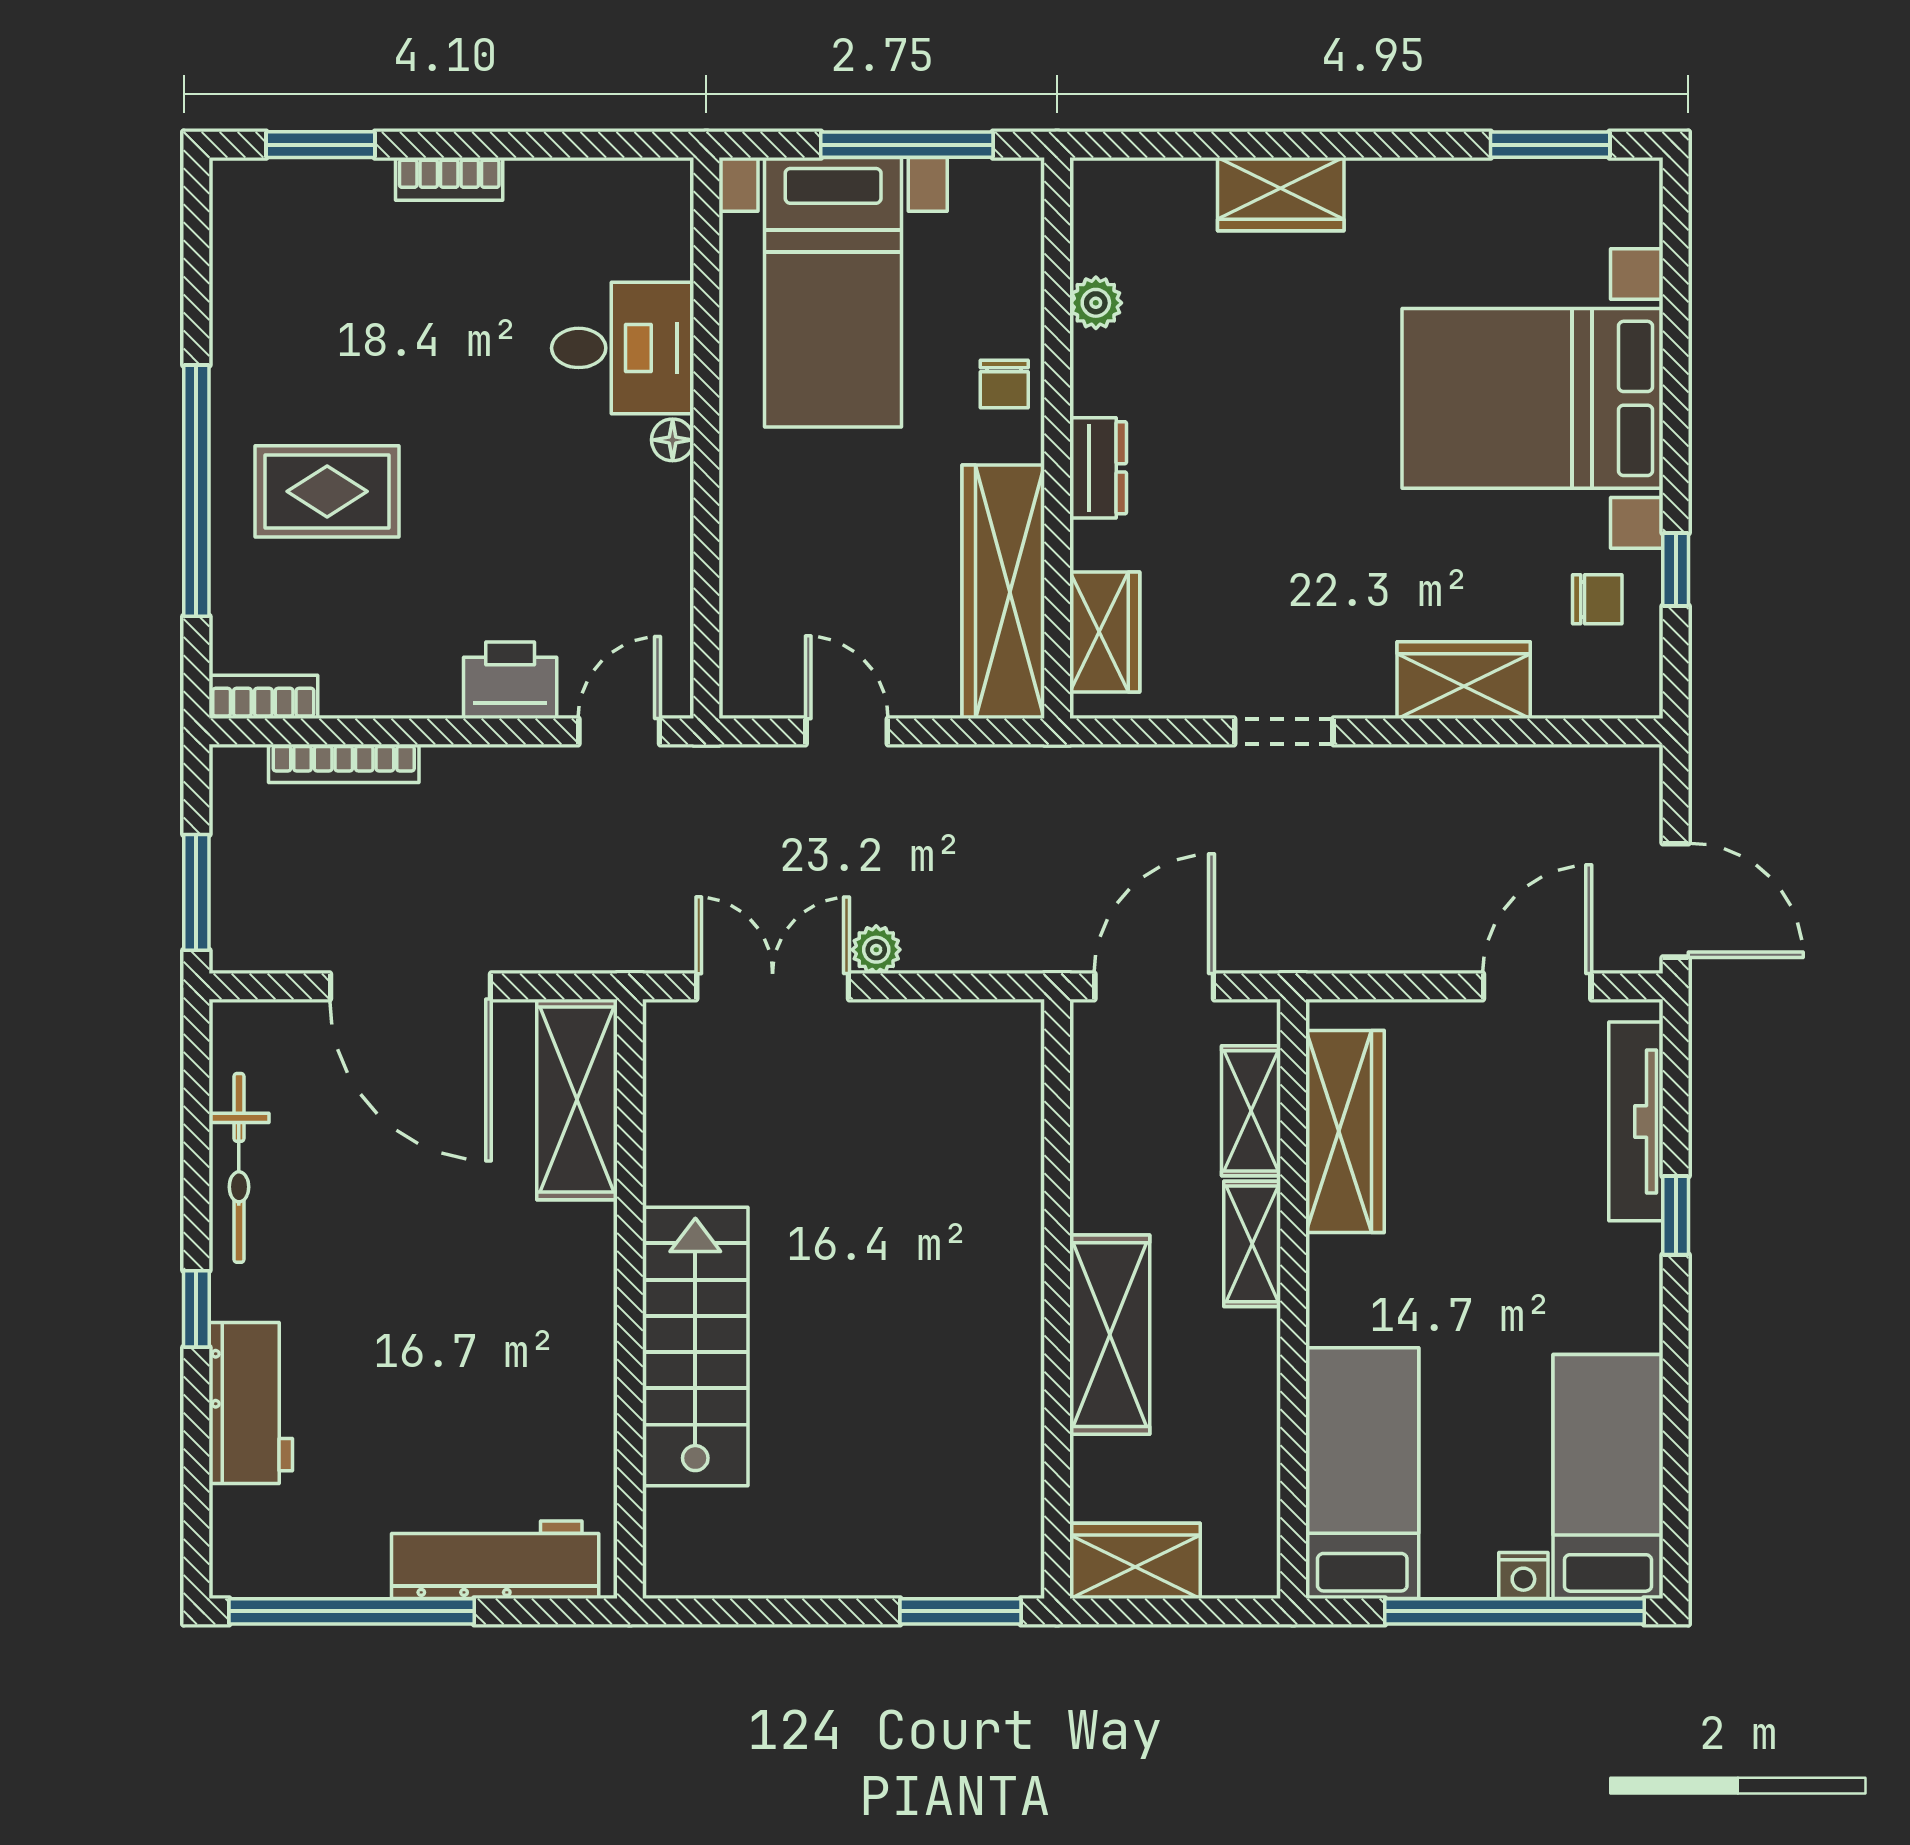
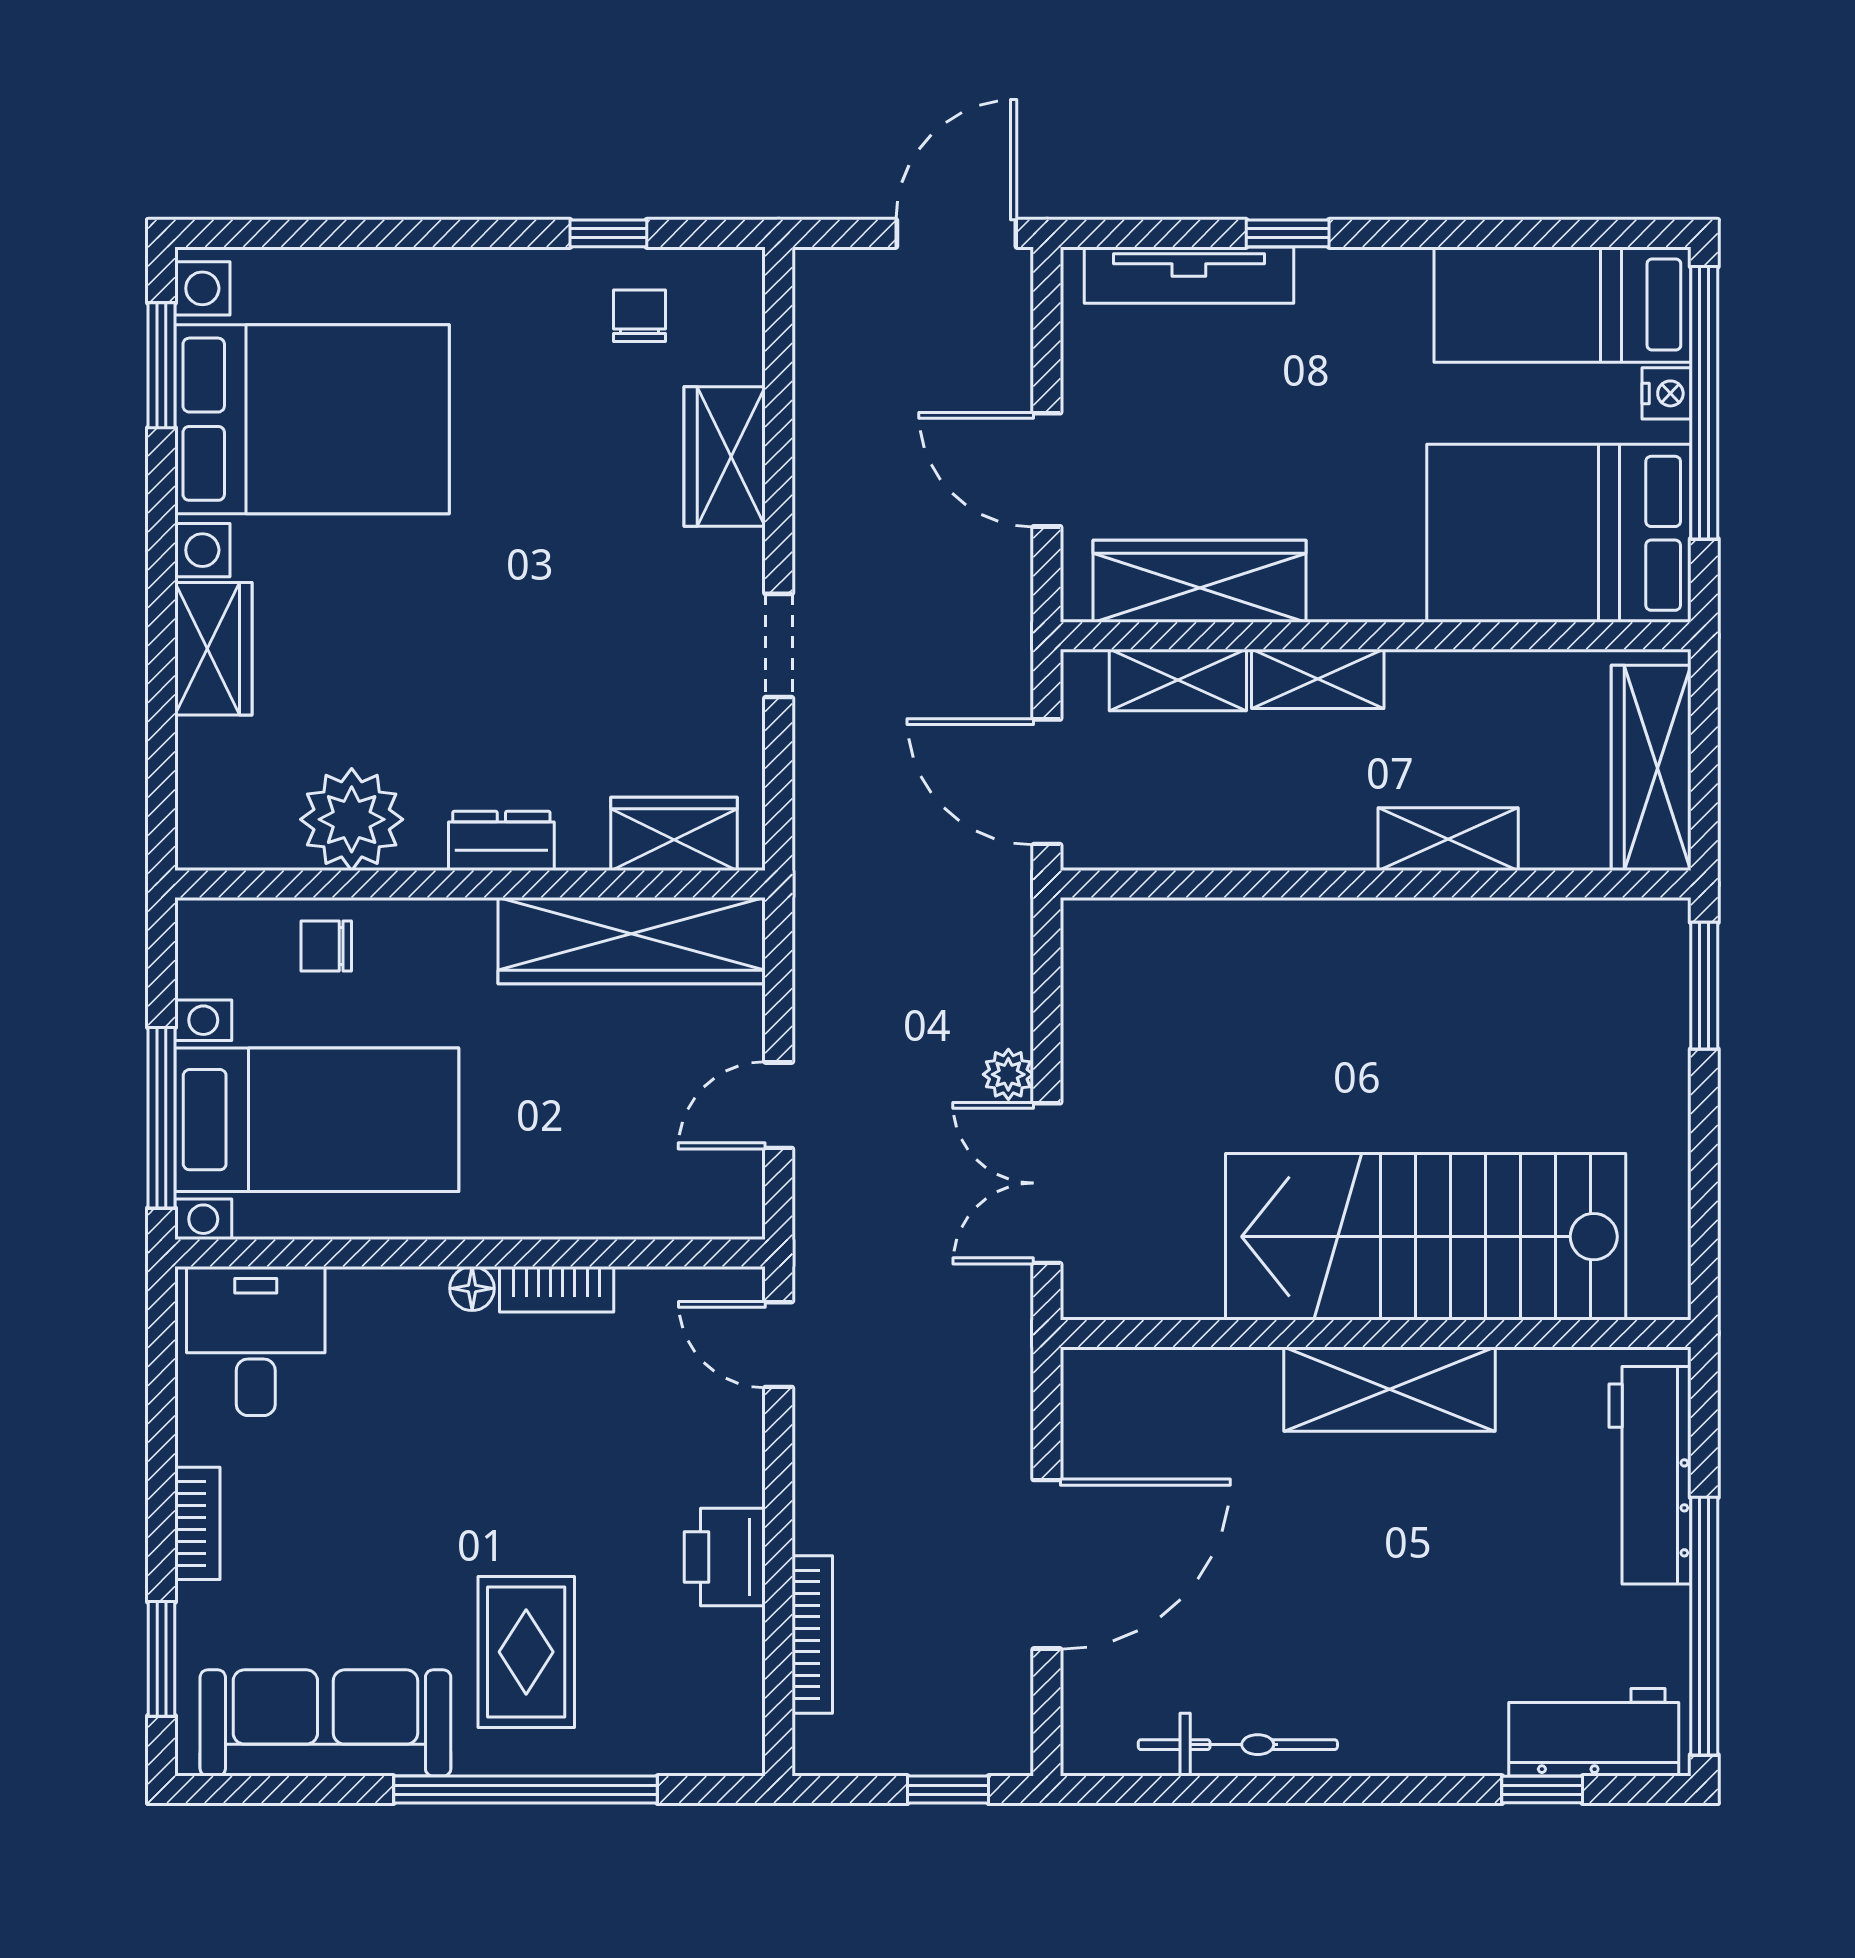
window: (907, 145) -> (161, 1118), moved
sofa: (260, 301) -> (325, 1723), added
plant: (1096, 303) -> (352, 819), width x1.87, depth x1.87
desk: (623, 348) -> (256, 1341), moved
chair: (1004, 384) -> (326, 946), moved, turned 180
bed with nightstands: (1533, 398) -> (312, 419), moved, turned -90
printer: (510, 680) -> (725, 1557), moved
bookcase: (263, 697) -> (557, 1289), moved, turned -90
window: (196, 892) -> (948, 1790), width x0.67
door: (1537, 986) -> (1047, 470), moved
shelving: (577, 1100) -> (1390, 1389), moved
window: (196, 1309) -> (1542, 1790), moved
shelving: (1110, 1335) -> (1448, 839), width x0.67, depth x0.75
stairs: (695, 1346) -> (1426, 1237), width x1.36, depth x1.51
workbench: (251, 1403) -> (1594, 1732), moved
bed: (1362, 1473) -> (1559, 533), width x1.50
wardrobe: (1135, 1561) -> (1651, 768), width x1.50

